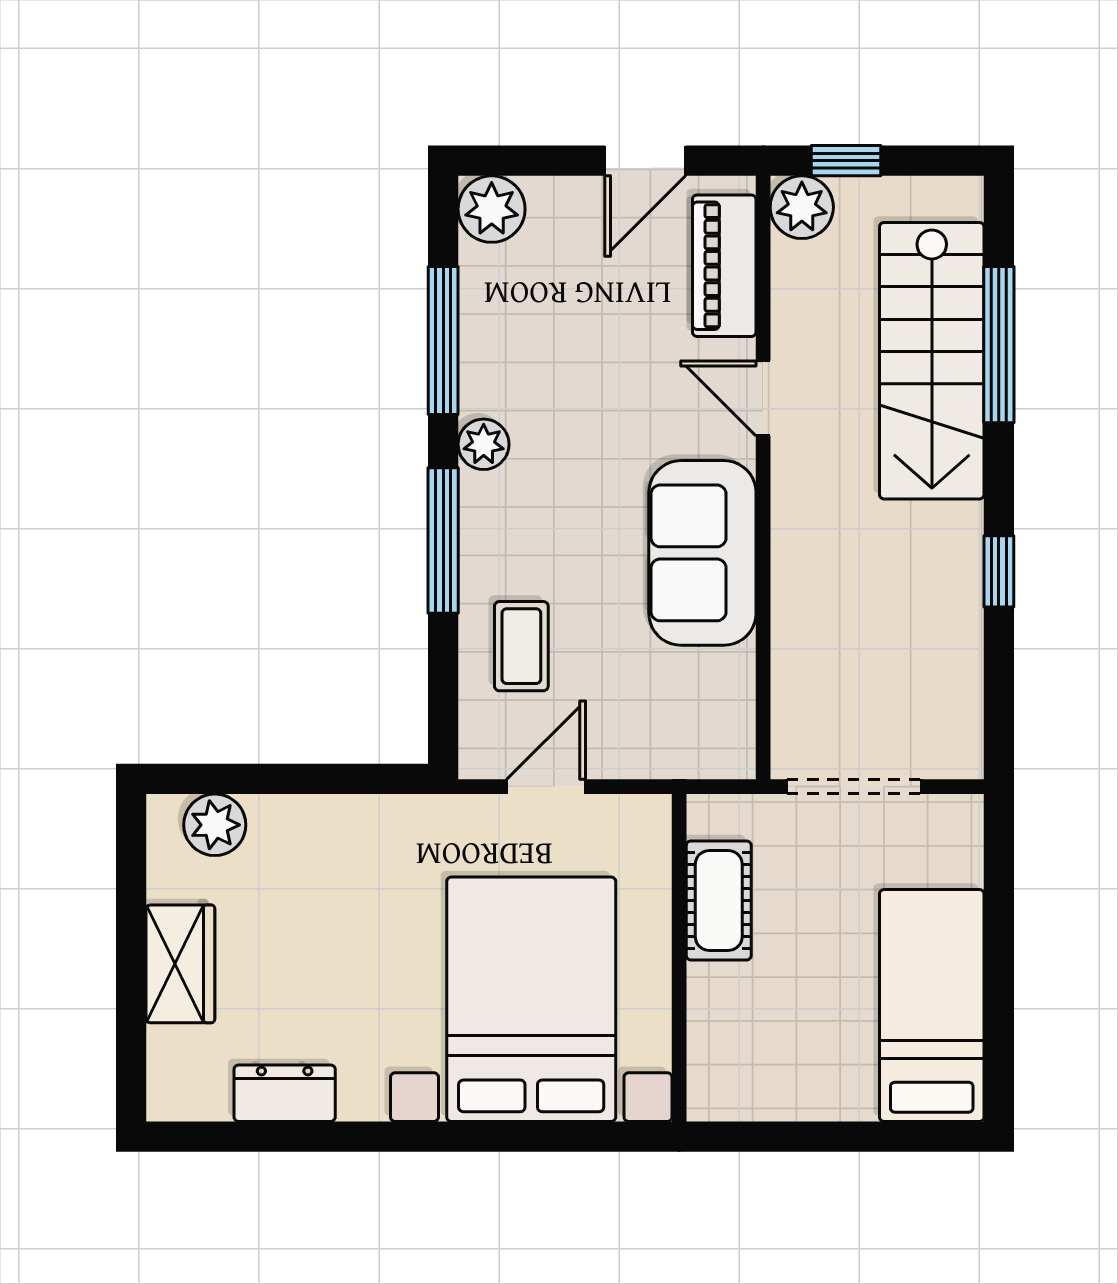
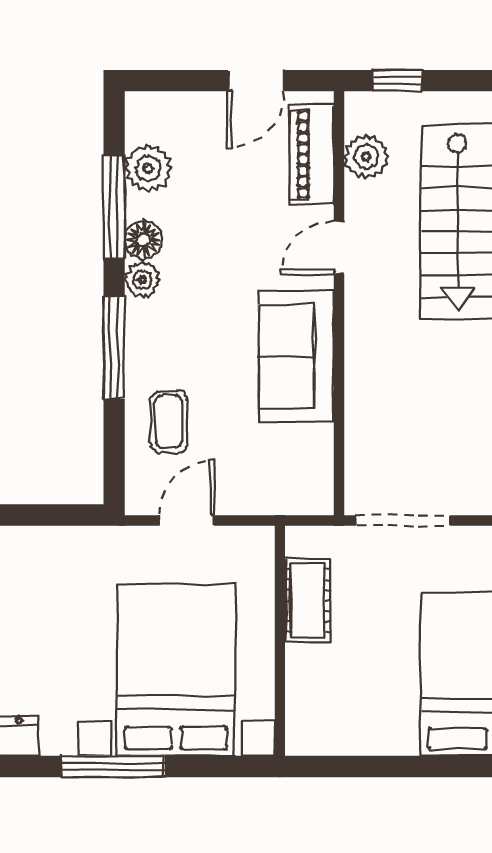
plant: (802, 207) -> (366, 157), moved
plant: (492, 209) -> (148, 168), moved
floor lamp: (485, 387) -> (144, 240), added
door: (763, 398) -> (339, 248), hinge flipped
window: (441, 1137) -> (113, 766), added

